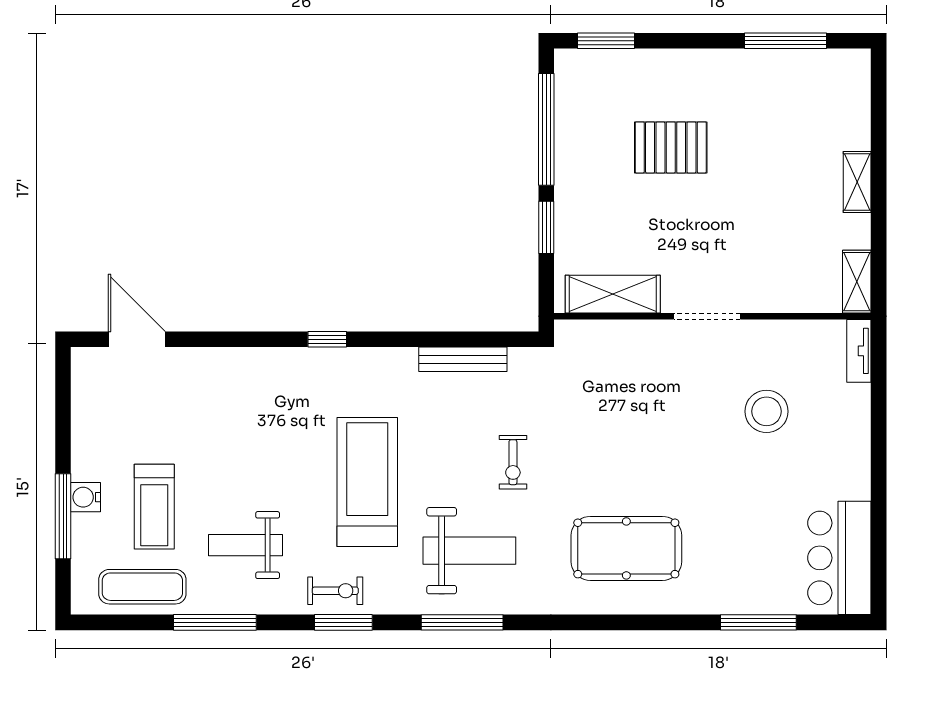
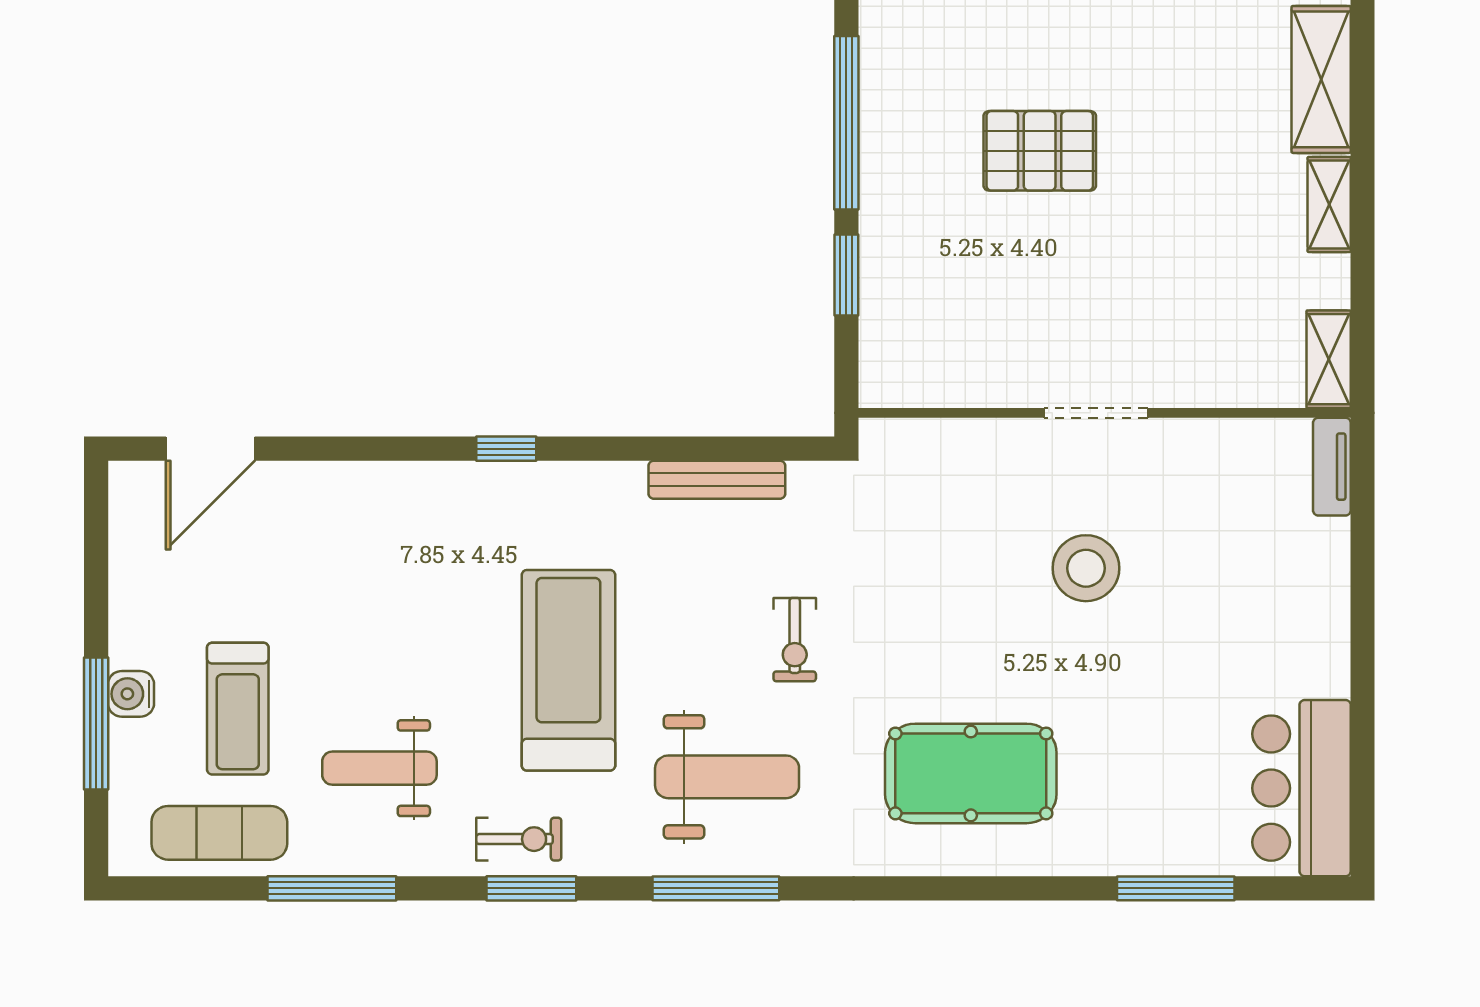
shelving: (613, 294) -> (1321, 79), moved, turned 90
door: (137, 339) -> (210, 449), swing flipped
stool: (767, 411) -> (1086, 568), moved

